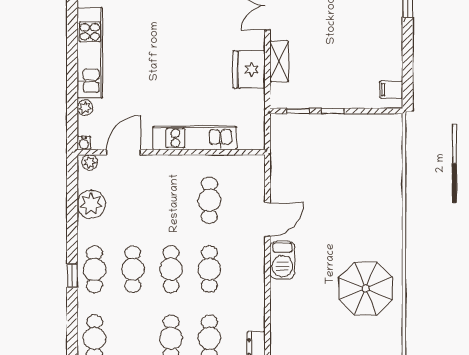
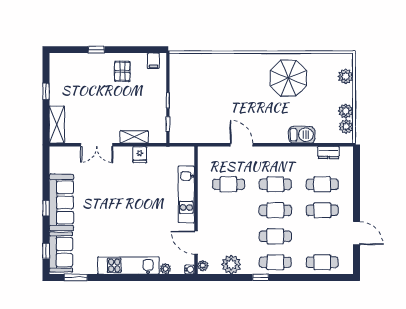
pallet: (376, 44) -> (122, 71), added
fridge: (249, 69) -> (140, 155), width x0.53, depth x0.75
barbecue: (282, 260) -> (302, 135), moved
window: (72, 276) -> (261, 277), moved

